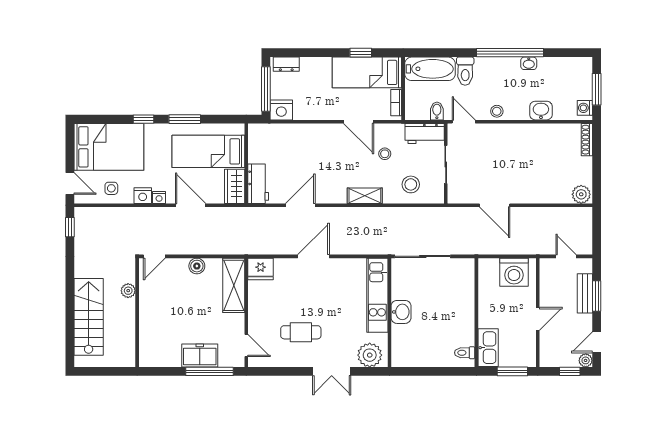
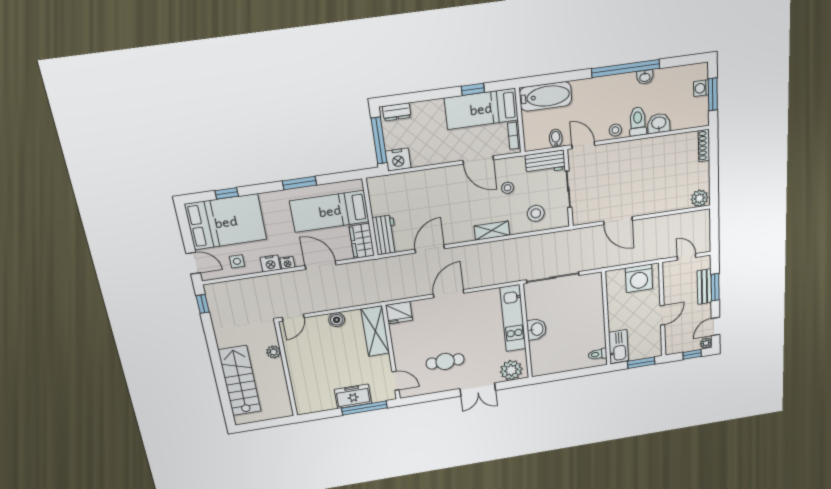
toilet: (465, 71) -> (638, 121), moved, turned 180
washing machine: (585, 108) -> (701, 88), moved
window: (144, 119) -> (227, 193), moved

